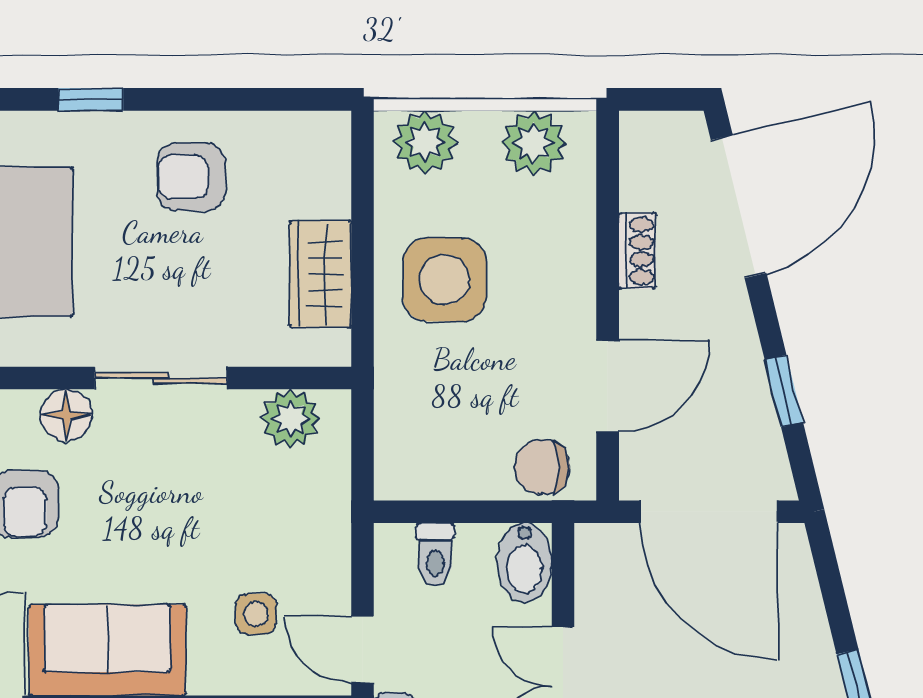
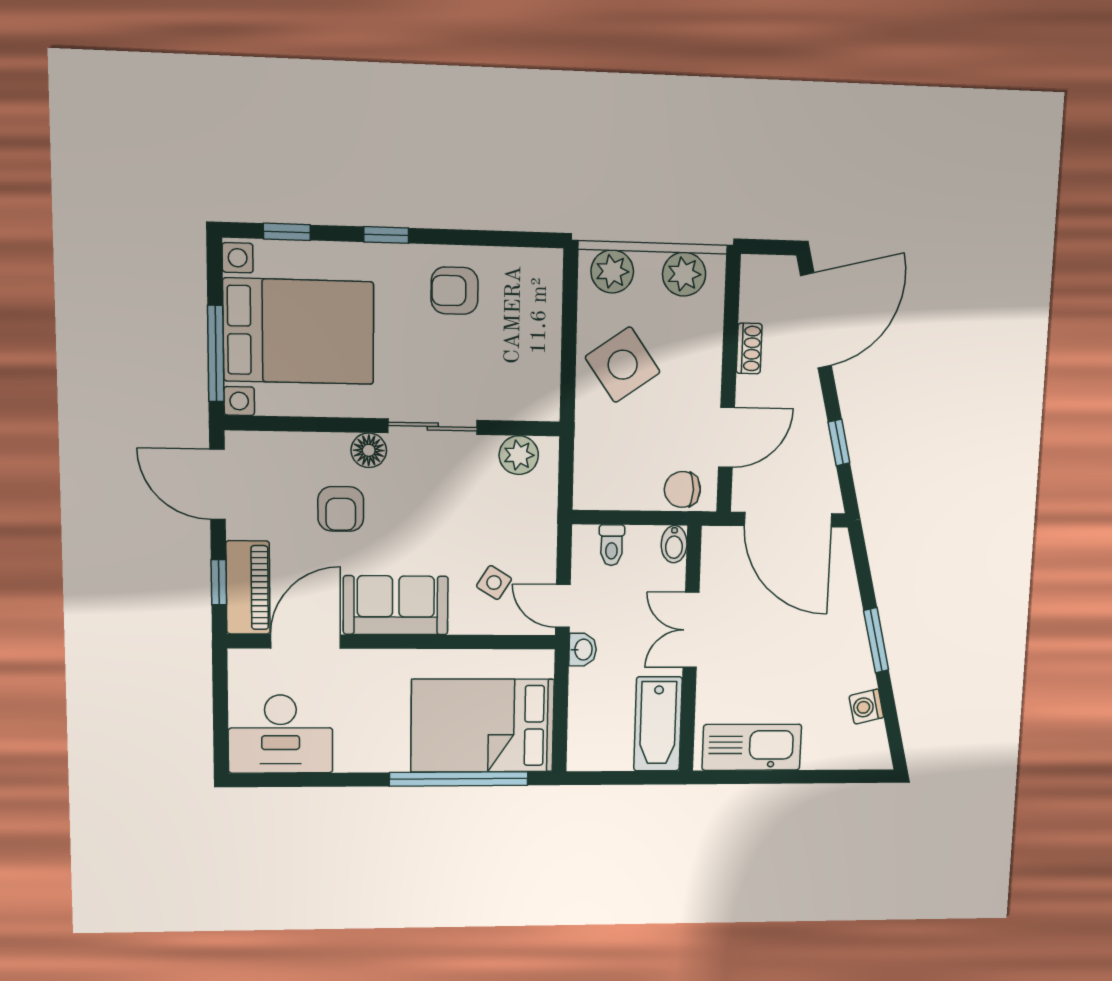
wardrobe: (320, 274) -> (540, 359), removed
side table: (445, 280) -> (623, 365), turned -35
bidet: (525, 562) -> (674, 544), width x0.72, depth x0.74
side table: (256, 614) -> (494, 583), turned 32

